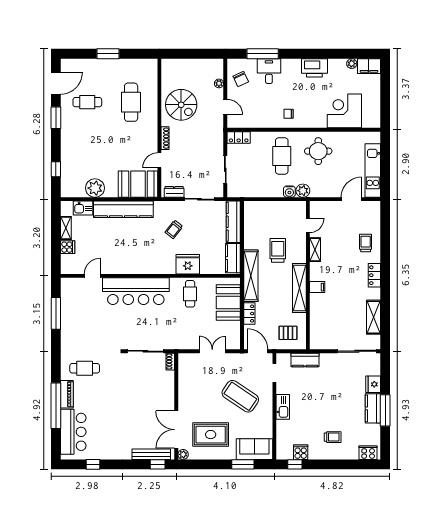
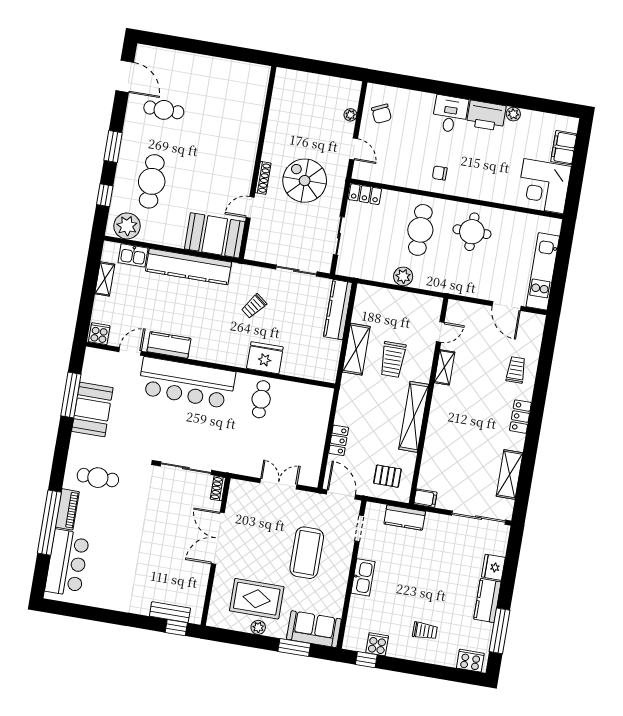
window: (108, 54) -> (204, 48), removed
window: (263, 54) -> (418, 84), removed
plant: (352, 64) -> (513, 114), moved
filing cabinet: (369, 66) -> (564, 148), moved, turned 90
desk: (269, 71) -> (450, 114), moved
door: (56, 83) -> (125, 76), hinge flipped
cafe table: (131, 102) -> (152, 181), moved
spiral stairs: (181, 105) -> (305, 181), moved, turned 180
corner desk: (344, 111) -> (544, 186), moved, turned -90
window: (56, 118) -> (113, 146), moved
plant: (95, 188) -> (127, 226), moved
plant: (303, 191) -> (403, 276), moved
dresser: (174, 192) -> (263, 254), removed
water cooler: (289, 192) -> (423, 281), removed
door: (351, 199) -> (507, 306), swing flipped
cooker: (68, 247) -> (99, 334), moved, turned -90
trolley: (278, 250) -> (393, 360), turned 180
kitchen counter: (233, 258) -> (169, 345), moved, turned 90
shelving: (251, 276) -> (356, 349), moved, width x0.68
filing cabinet: (317, 287) -> (425, 498), moved
booth: (228, 303) -> (92, 409), moved
coffee table: (240, 396) -> (307, 553), turned 56
window: (385, 410) -> (500, 631), moved
double door: (176, 430) -> (218, 538), moved
bench: (151, 454) -> (170, 612), width x0.73
plant: (183, 454) -> (258, 627), moved
window: (93, 464) -> (87, 612), removed

